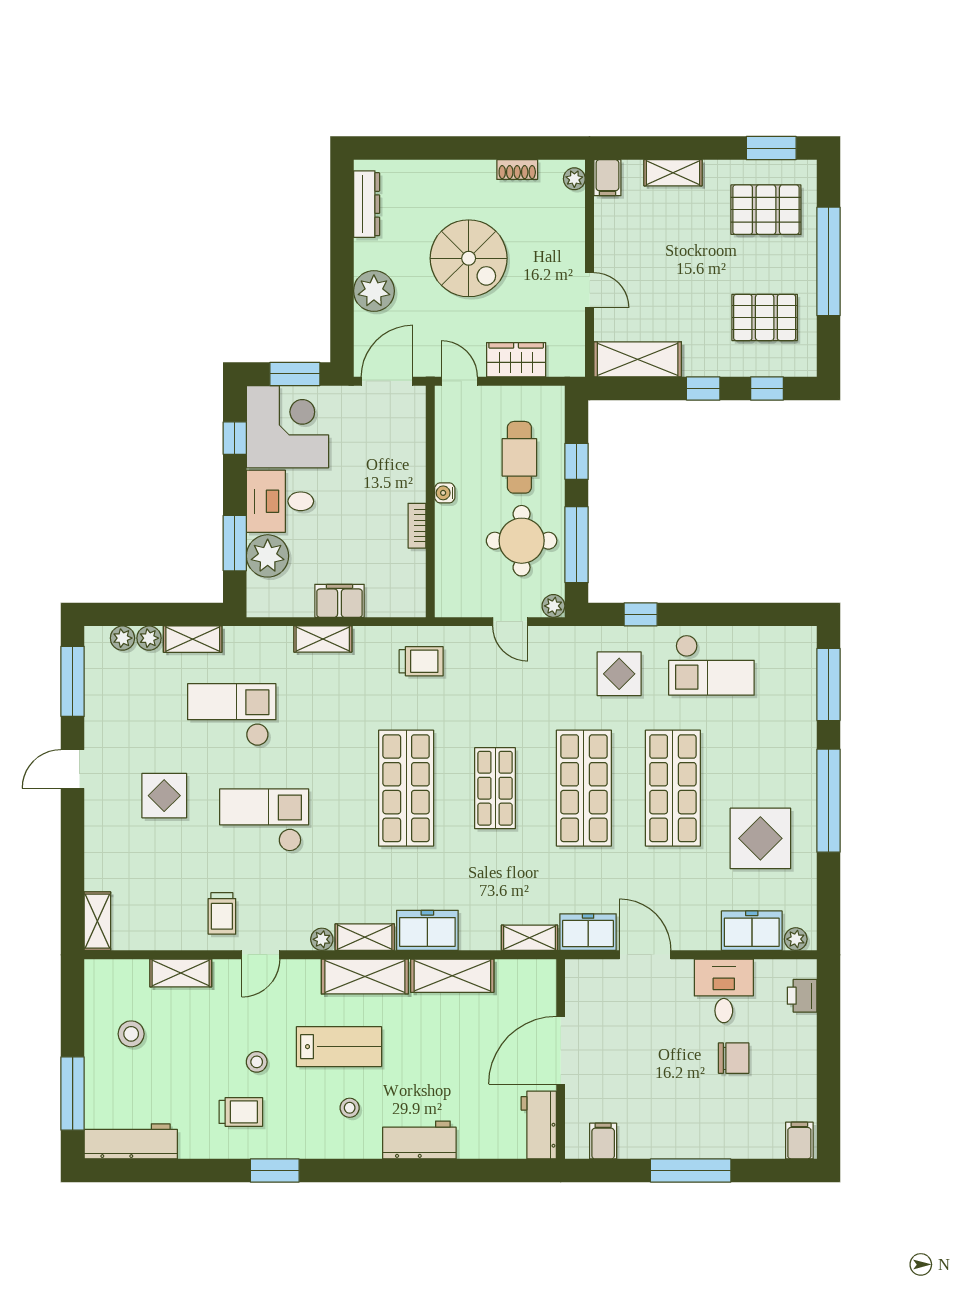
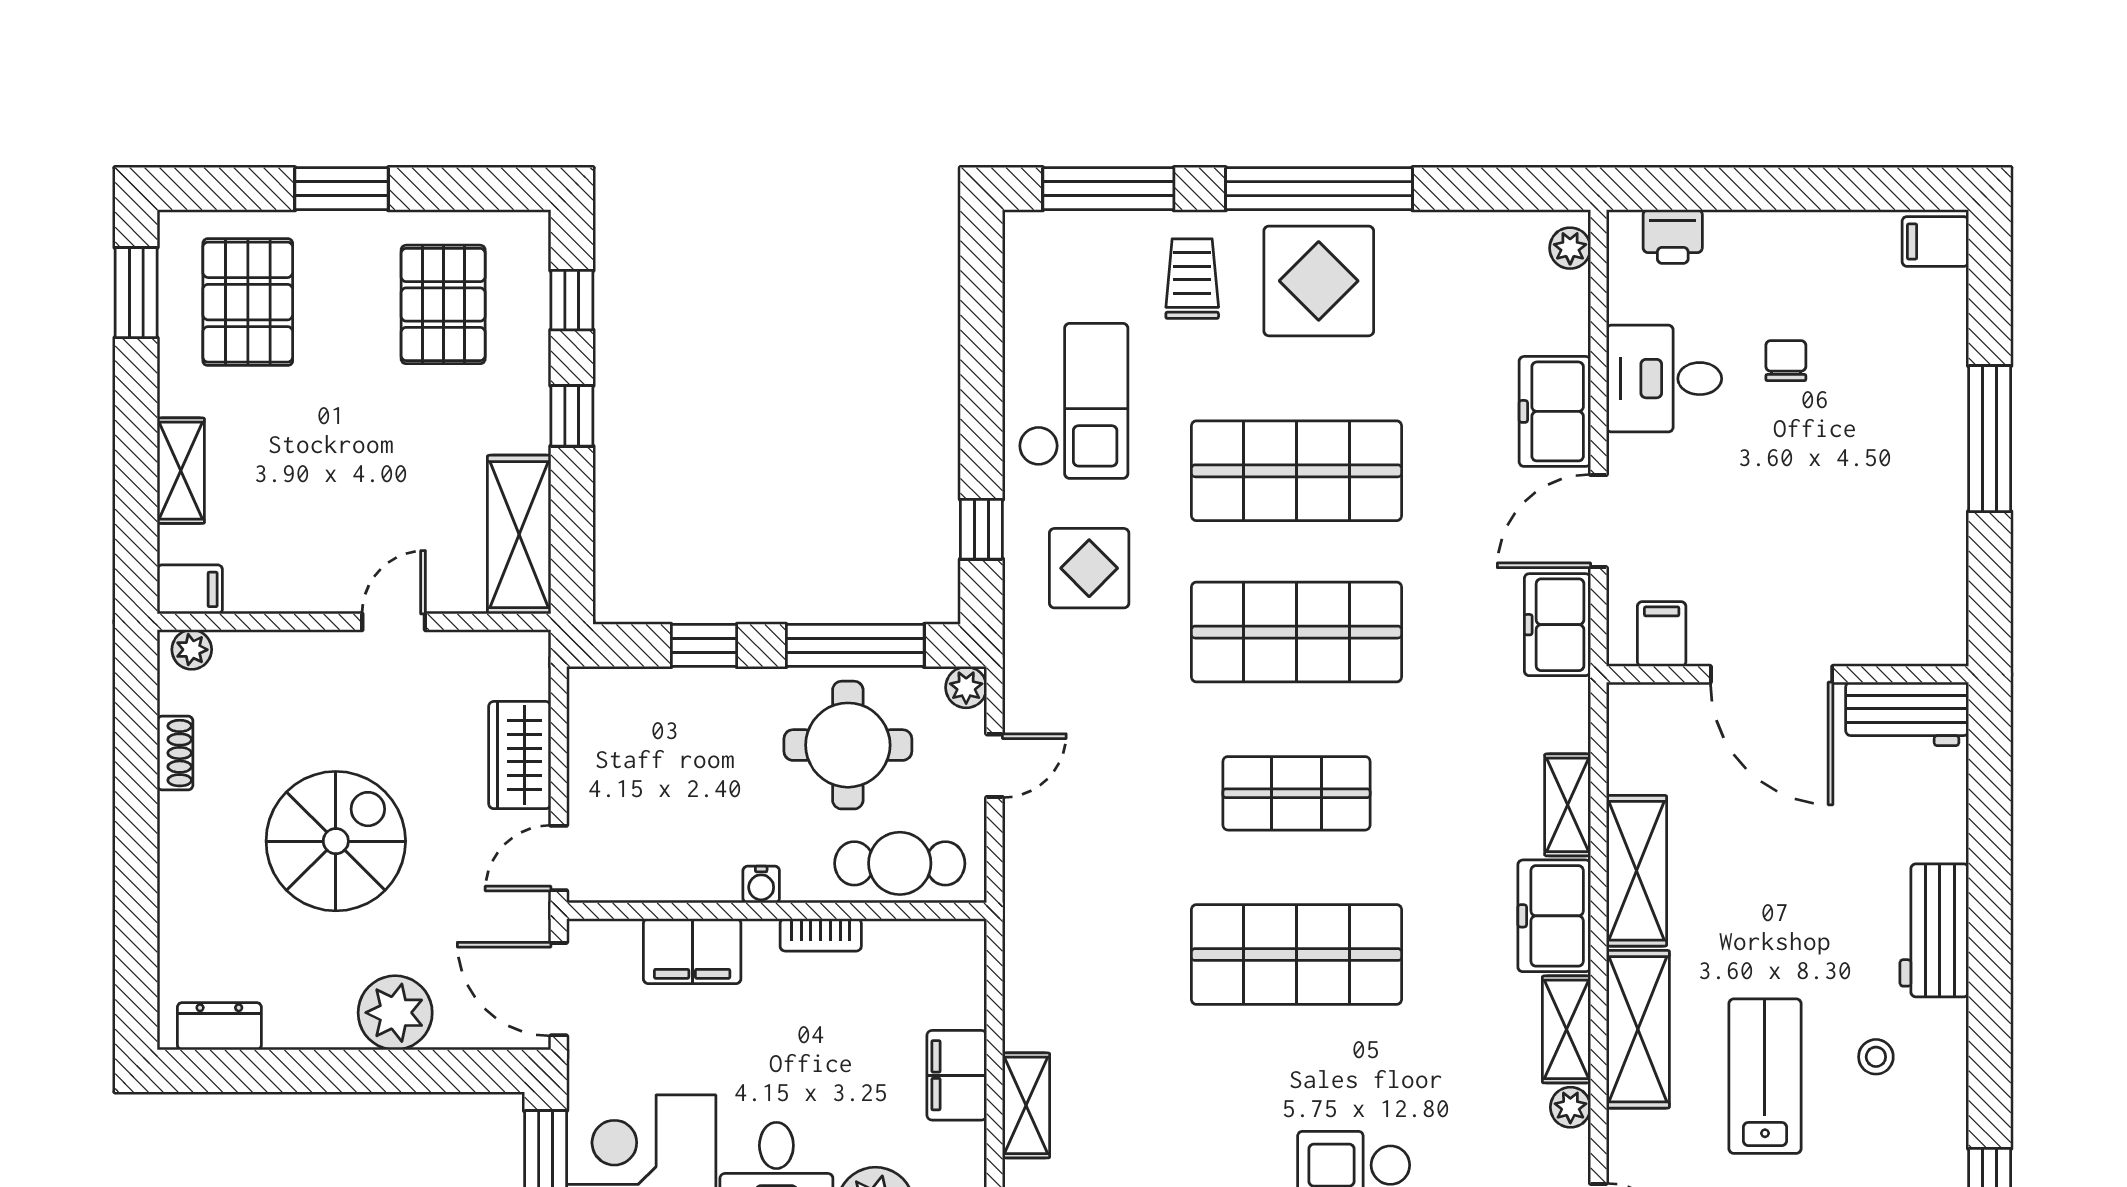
dresser: (367, 204) -> (219, 1026), width x0.70
window: (829, 261) -> (342, 189), width x0.47
filing cabinet: (408, 455) -> (692, 951), added
cafe table: (519, 457) -> (900, 863), moved
trolley: (421, 661) -> (1192, 279), moved
display table: (760, 838) -> (1319, 281), moved
freezer: (752, 931) -> (1555, 411), moved
shelving: (529, 938) -> (1568, 805), moved
chair: (734, 1058) -> (1786, 361), width x0.73, depth x0.73
filing cabinet: (603, 1141) -> (1662, 634), moved, turned 90

